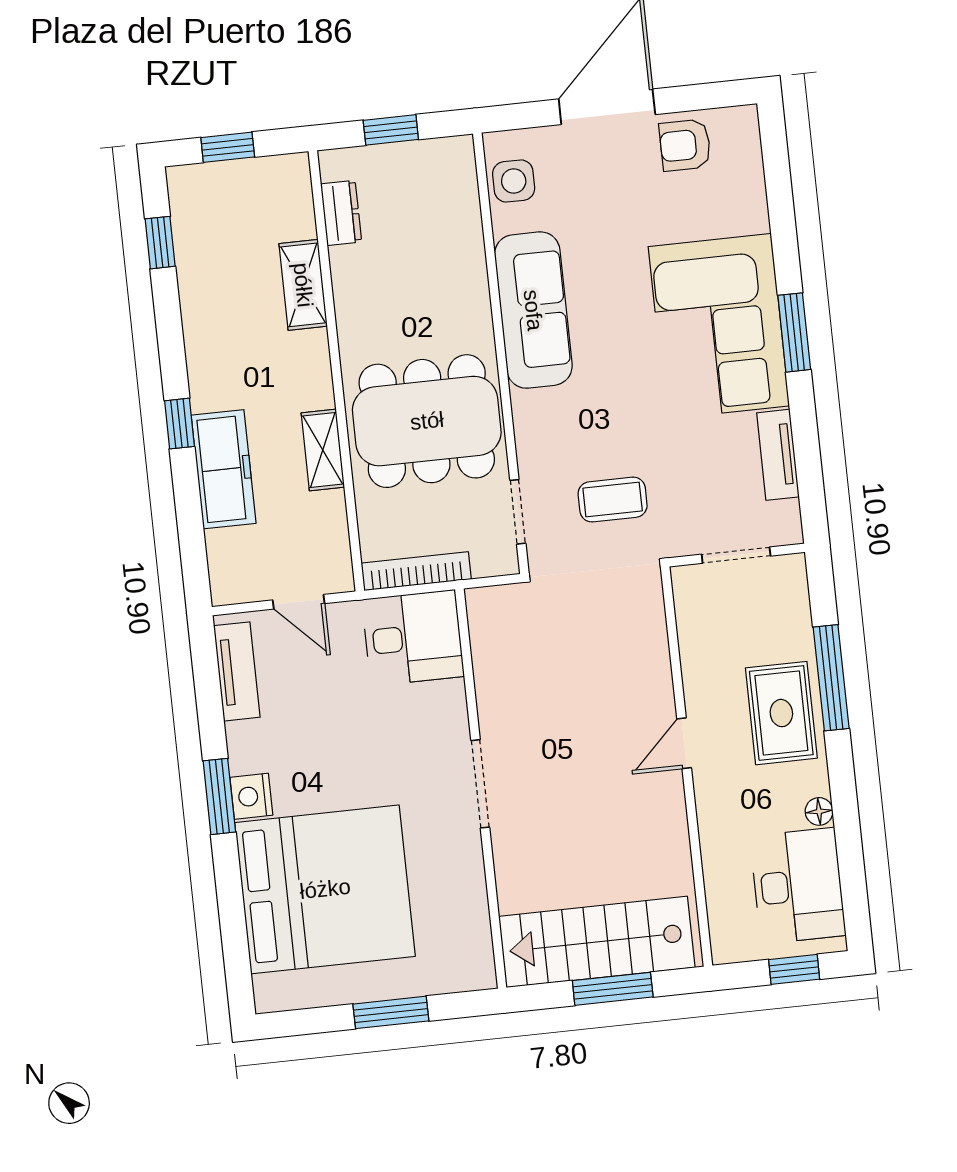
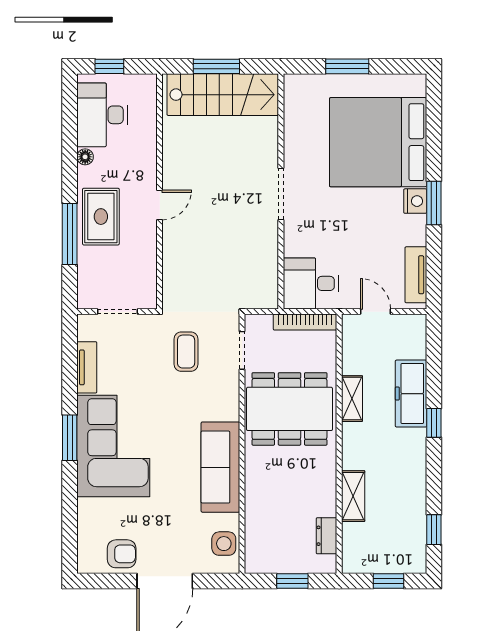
coffee table: (613, 500) -> (186, 352), turned 90

